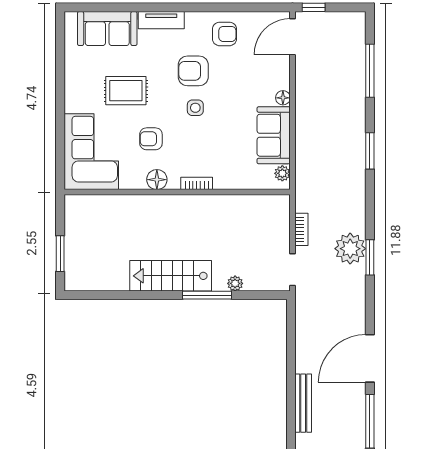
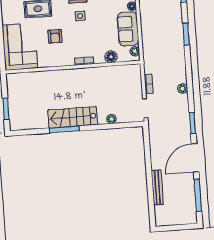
armchair: (151, 139) -> (55, 36), turned -90
floor lamp: (157, 180) -> (111, 57), moved
plant: (350, 249) -> (183, 88), width x0.53, depth x0.53
window: (370, 257) -> (193, 123), moved
window: (207, 295) -> (64, 130), moved

